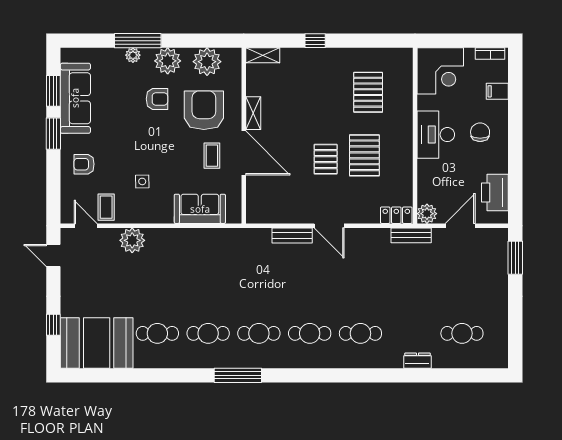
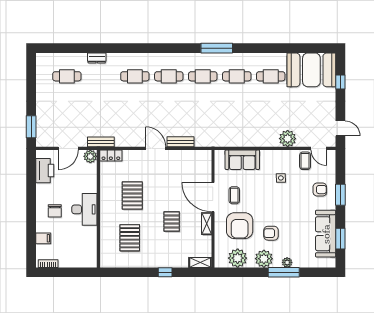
corner desk: (440, 71) -> (81, 252), removed
window: (53, 134) -> (340, 195), moved
pallet: (326, 159) -> (172, 221), moved

